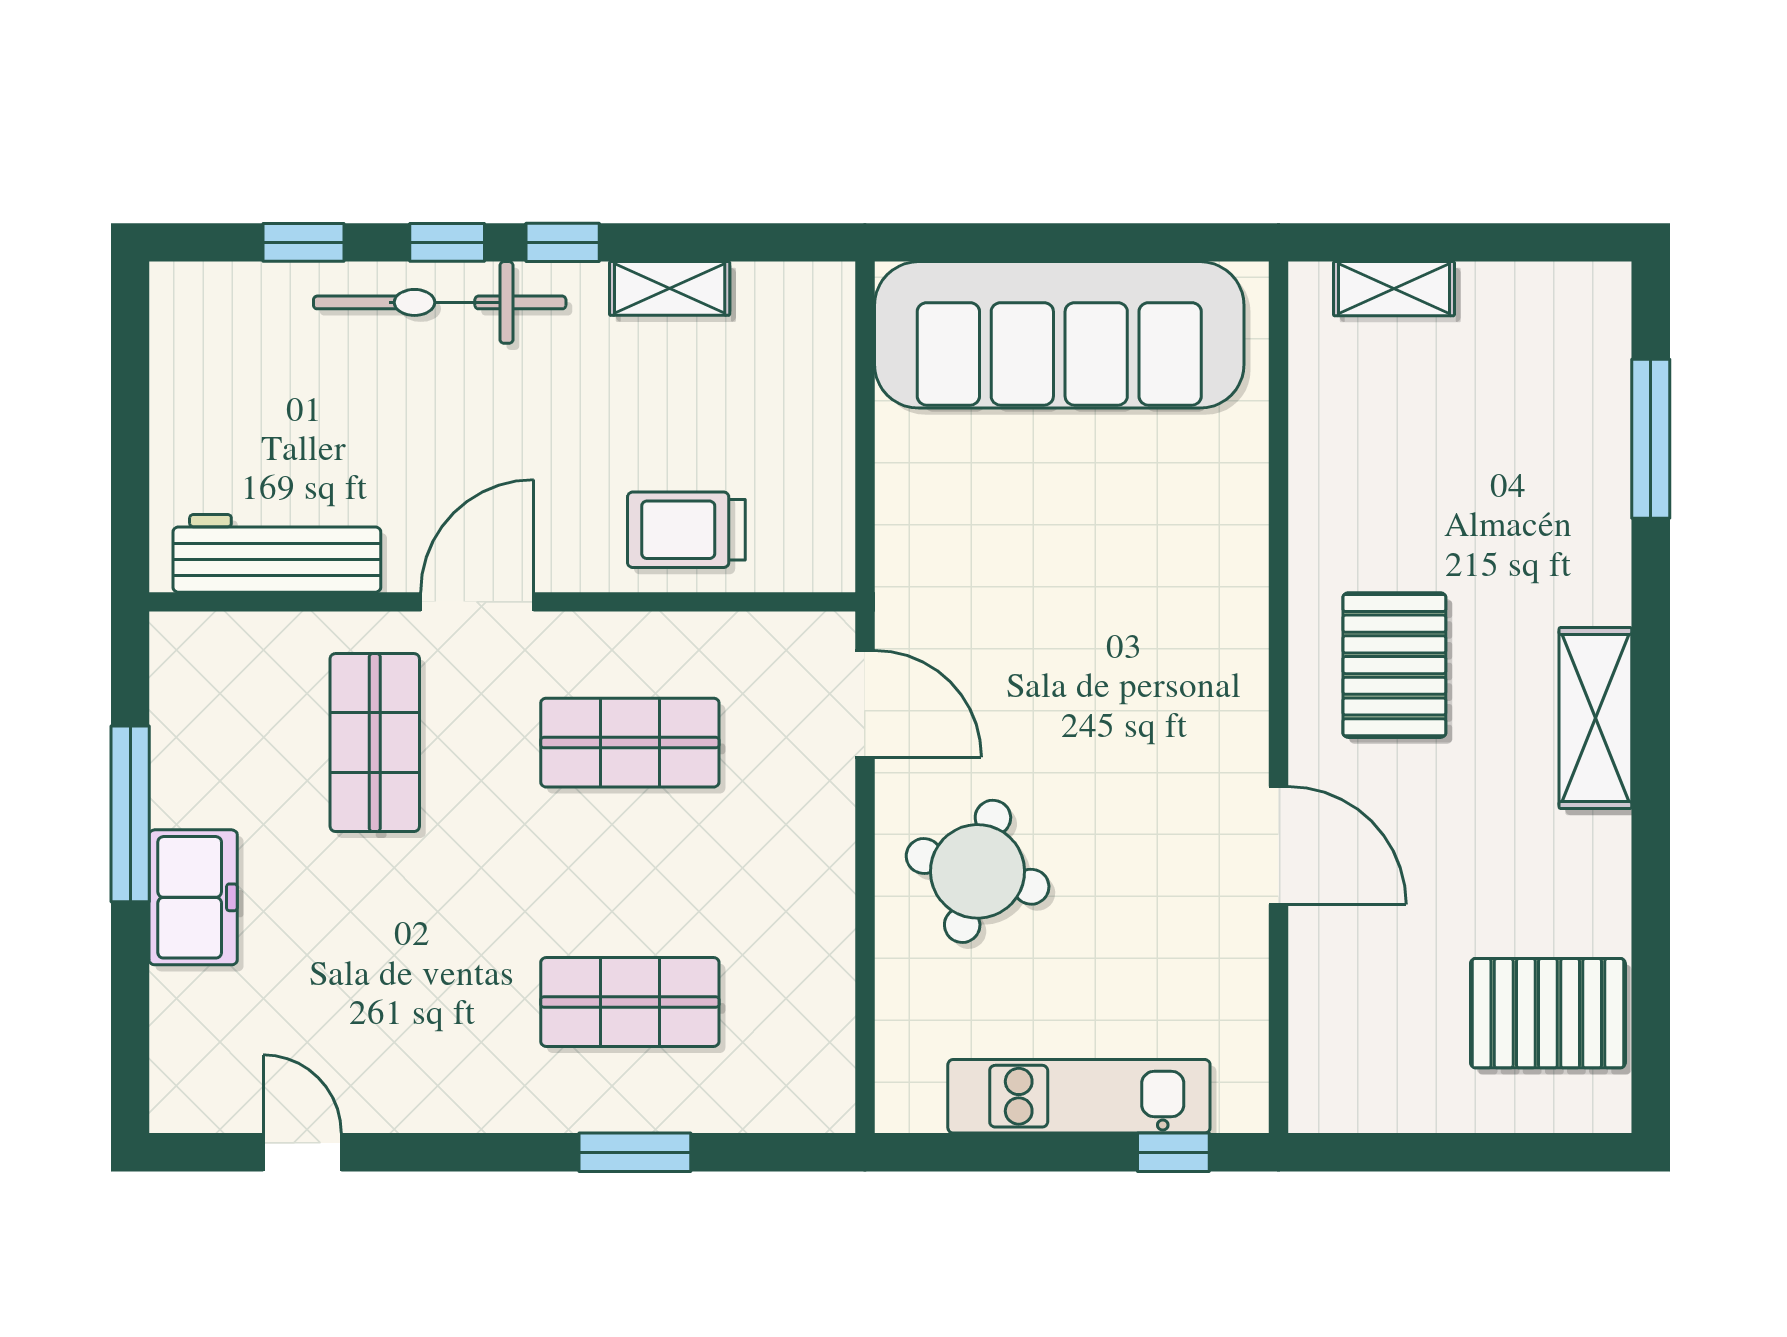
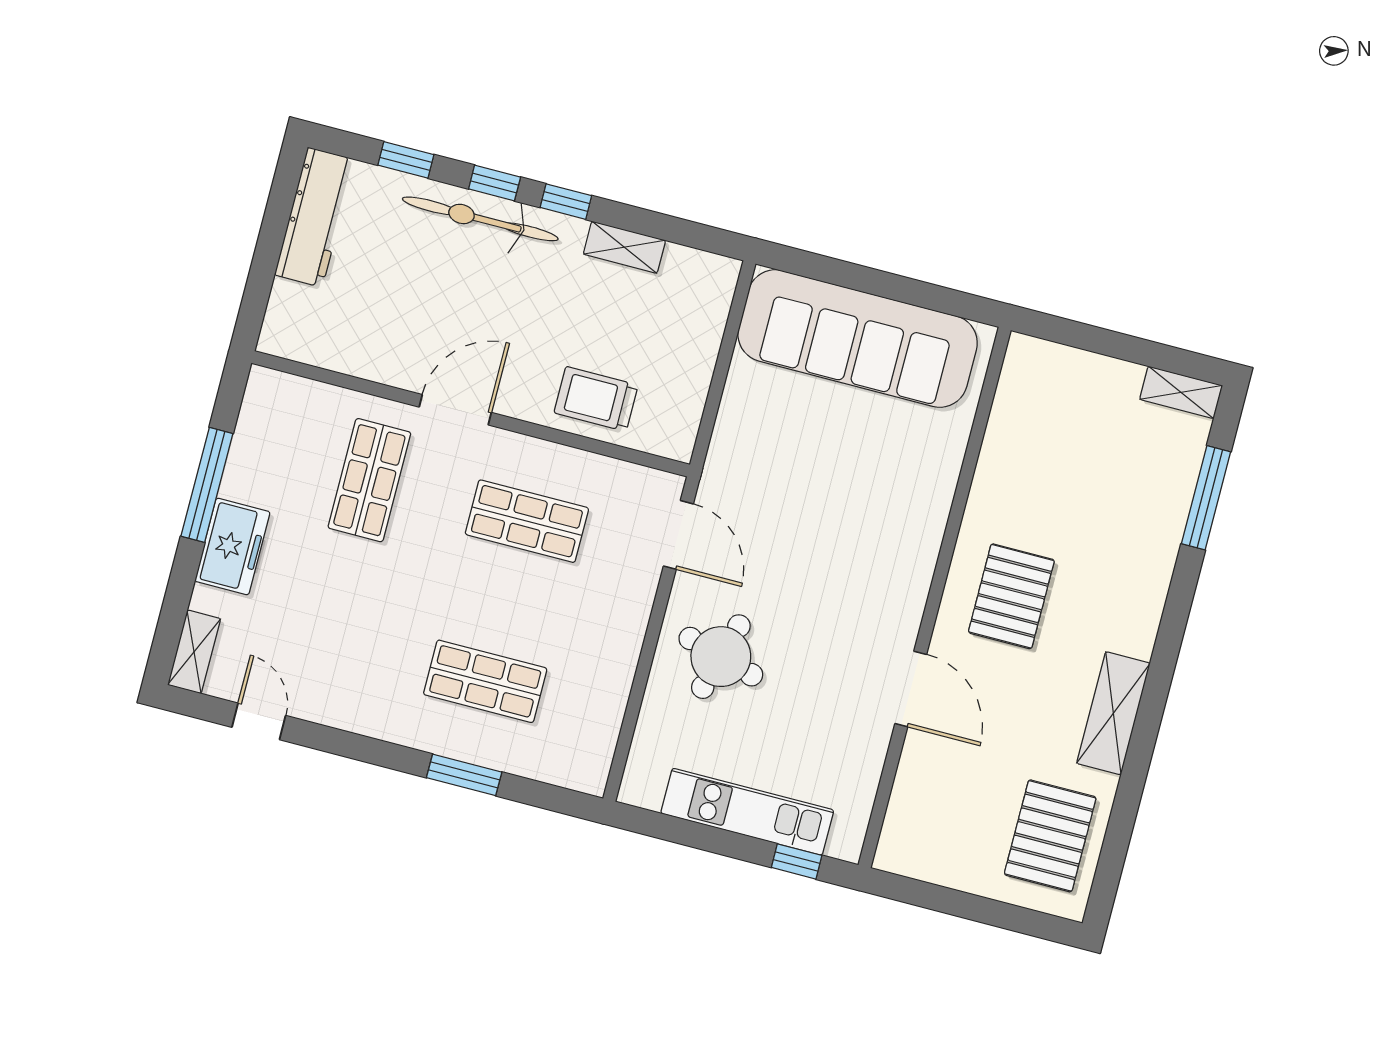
shelving: (1394, 289) -> (1181, 392), moved
workbench: (277, 553) -> (315, 217), moved, turned 90
shelving: (1595, 718) -> (1113, 713), moved
pallet: (1548, 1013) -> (1050, 836), turned 90
shelving: (177, 1072) -> (194, 652), added

